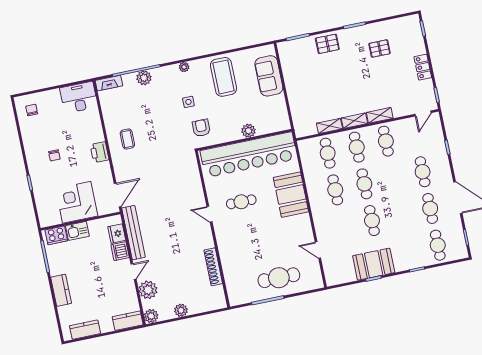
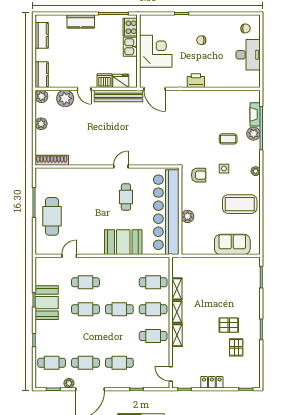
pallet: (327, 44) -> (229, 325), moved, turned 90
fireplace: (109, 83) -> (255, 114), moved
desk: (79, 97) -> (248, 55), moved
coffee table: (127, 139) -> (228, 139), moved
cafe table: (335, 190) -> (85, 282), moved
plant: (456, 222) -> (69, 383), added
shoe rack: (213, 267) -> (52, 160), moved

